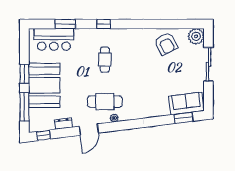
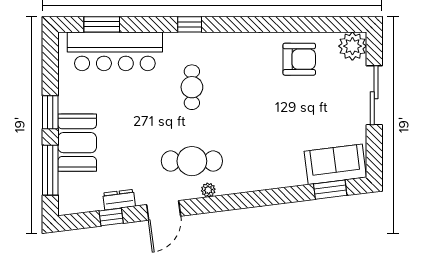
window: (65, 24) -> (102, 24), moved
bar counter: (54, 39) -> (115, 51), width x1.36
armchair: (166, 44) -> (299, 59), turned -62
booth: (44, 85) -> (77, 143), width x0.73, depth x0.70
window: (44, 135) -> (111, 217), moved

